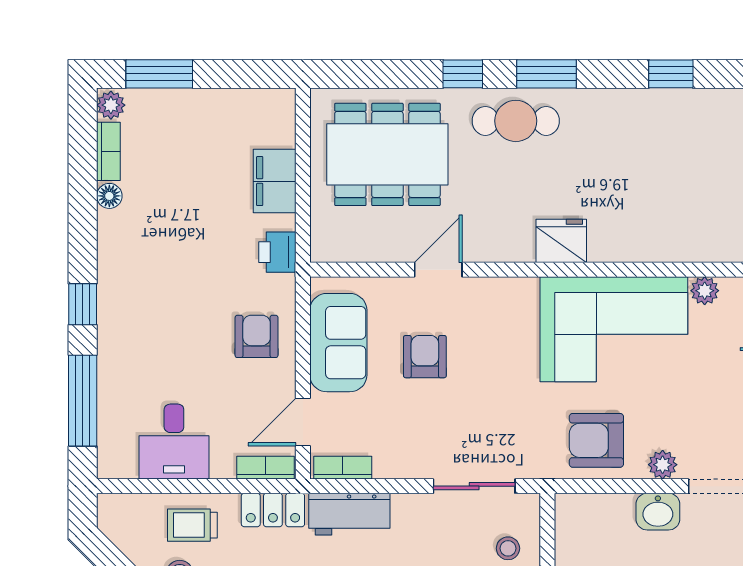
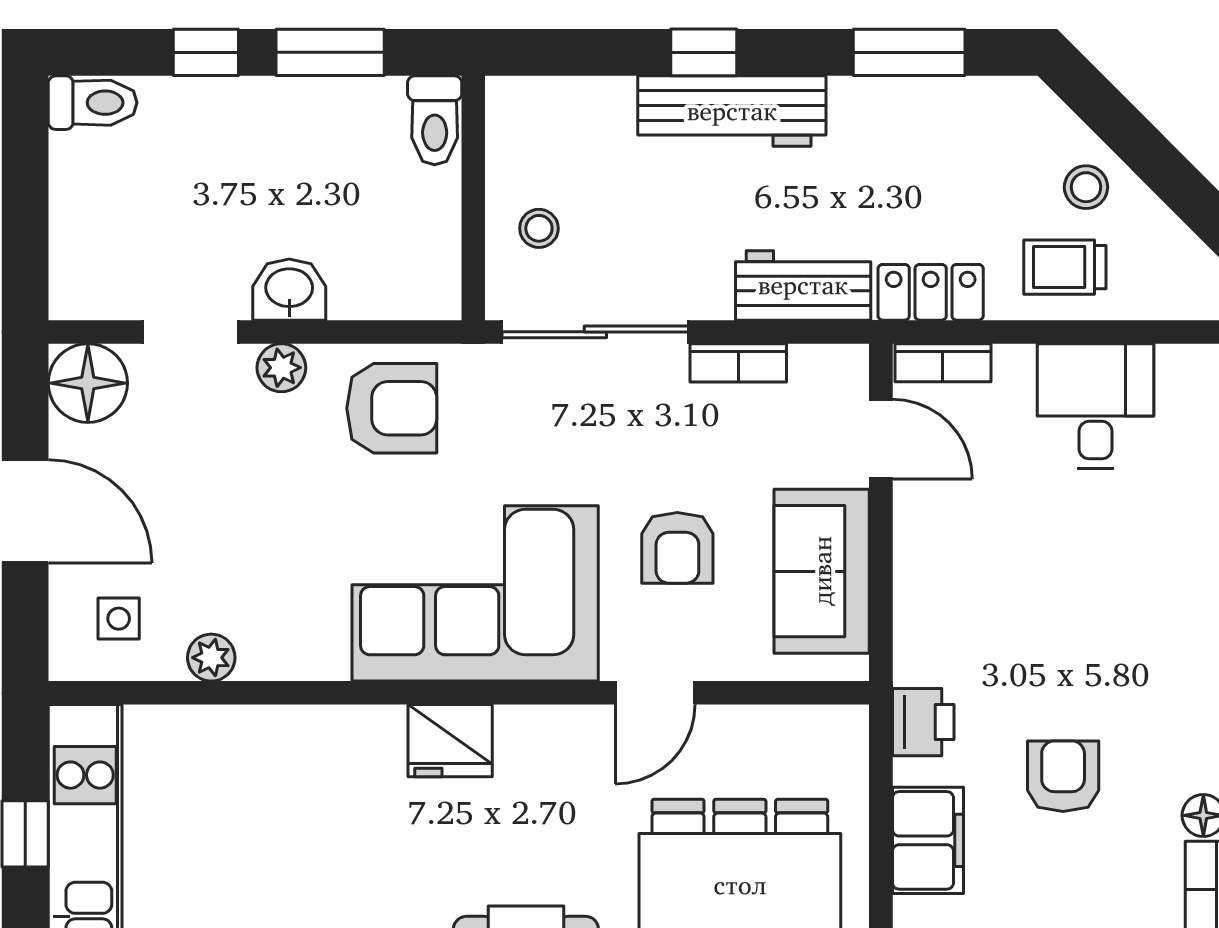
corner sofa: (614, 329) -> (475, 593), moved
armchair: (257, 336) -> (1063, 776), moved, turned 180
door: (303, 422) -> (881, 439), hinge flipped
bookcase: (343, 468) -> (738, 363), moved
sliding door: (474, 486) -> (595, 332), width x1.37
trolley: (192, 525) -> (1065, 267), turned 180

